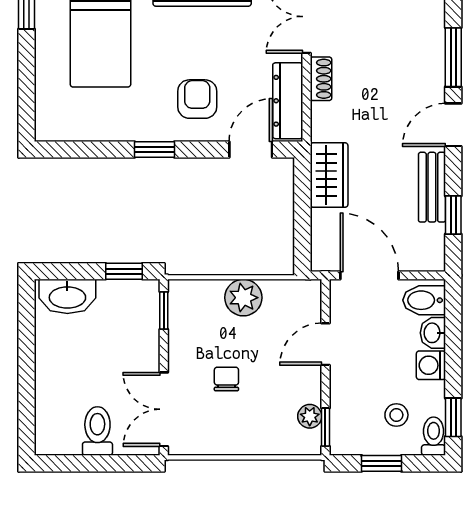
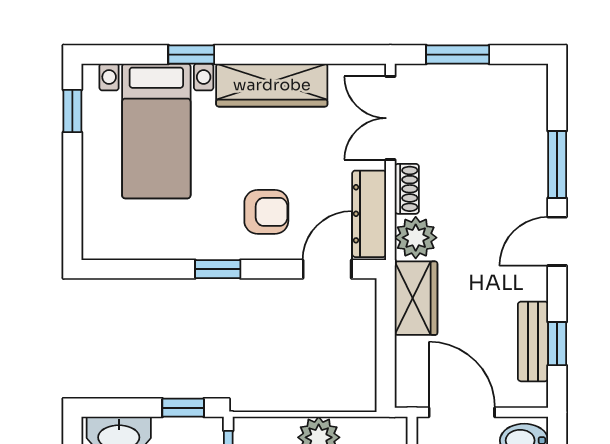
armchair: (197, 99) -> (266, 212), turned 90
plant: (329, 122) -> (416, 238), added
bench: (432, 187) -> (533, 341), moved

